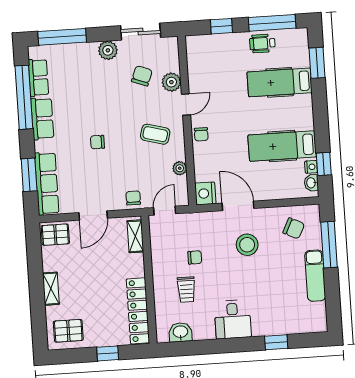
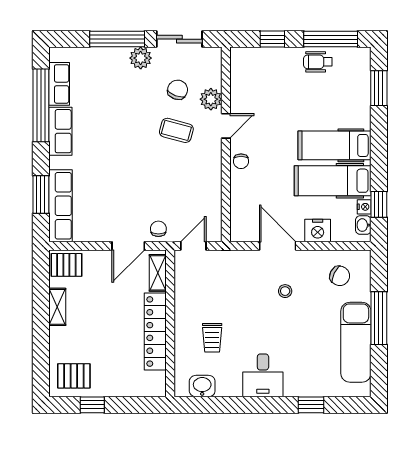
window: (62, 37) -> (117, 39), moved
hospital bed: (280, 82) -> (335, 145), moved
coffee table: (155, 134) -> (176, 130), moved
chair: (97, 142) -> (122, 162), removed
plant: (180, 168) -> (214, 198), removed
nightstand: (205, 193) -> (318, 230), moved, turned -90
door: (93, 215) -> (128, 246), moved
stool: (247, 245) -> (285, 291), width x0.53, depth x0.53
window: (329, 245) -> (379, 318), moved
chair: (195, 257) -> (224, 302), removed
exam couch: (315, 276) -> (356, 342), width x1.36, depth x1.45
shelving: (51, 289) -> (57, 307), moved
locker: (138, 311) -> (155, 332), moved
window: (108, 353) -> (92, 405), moved

